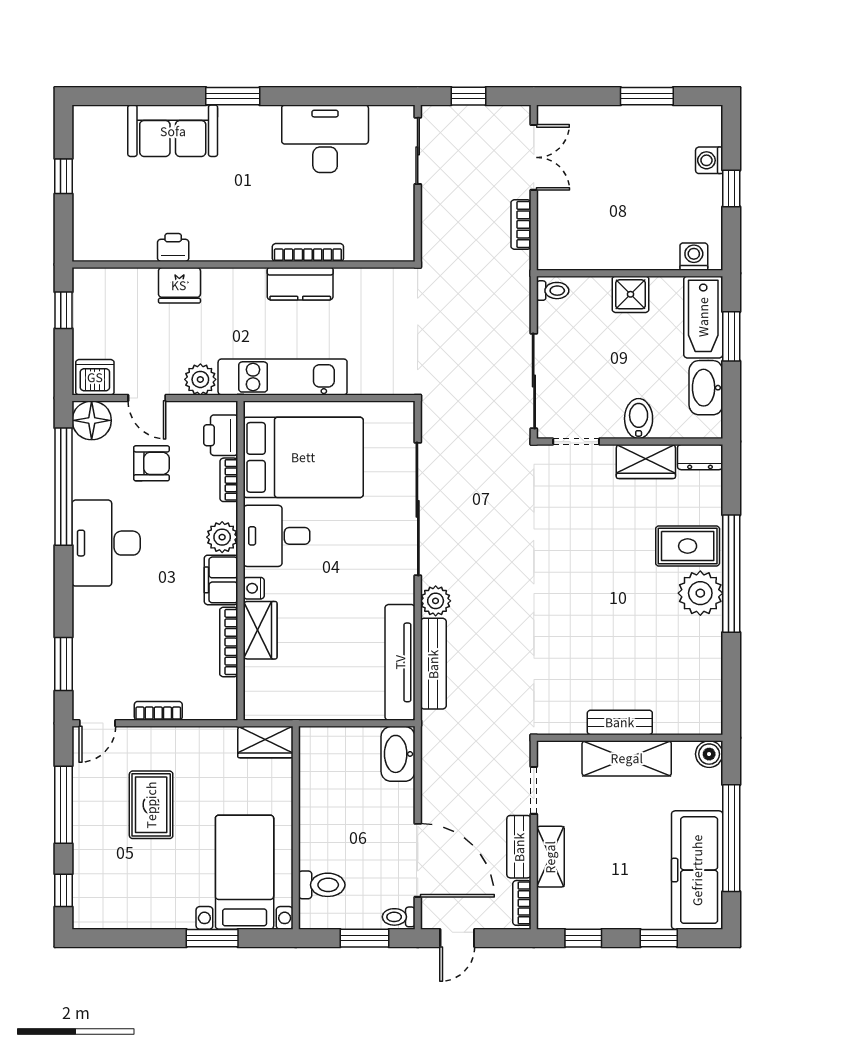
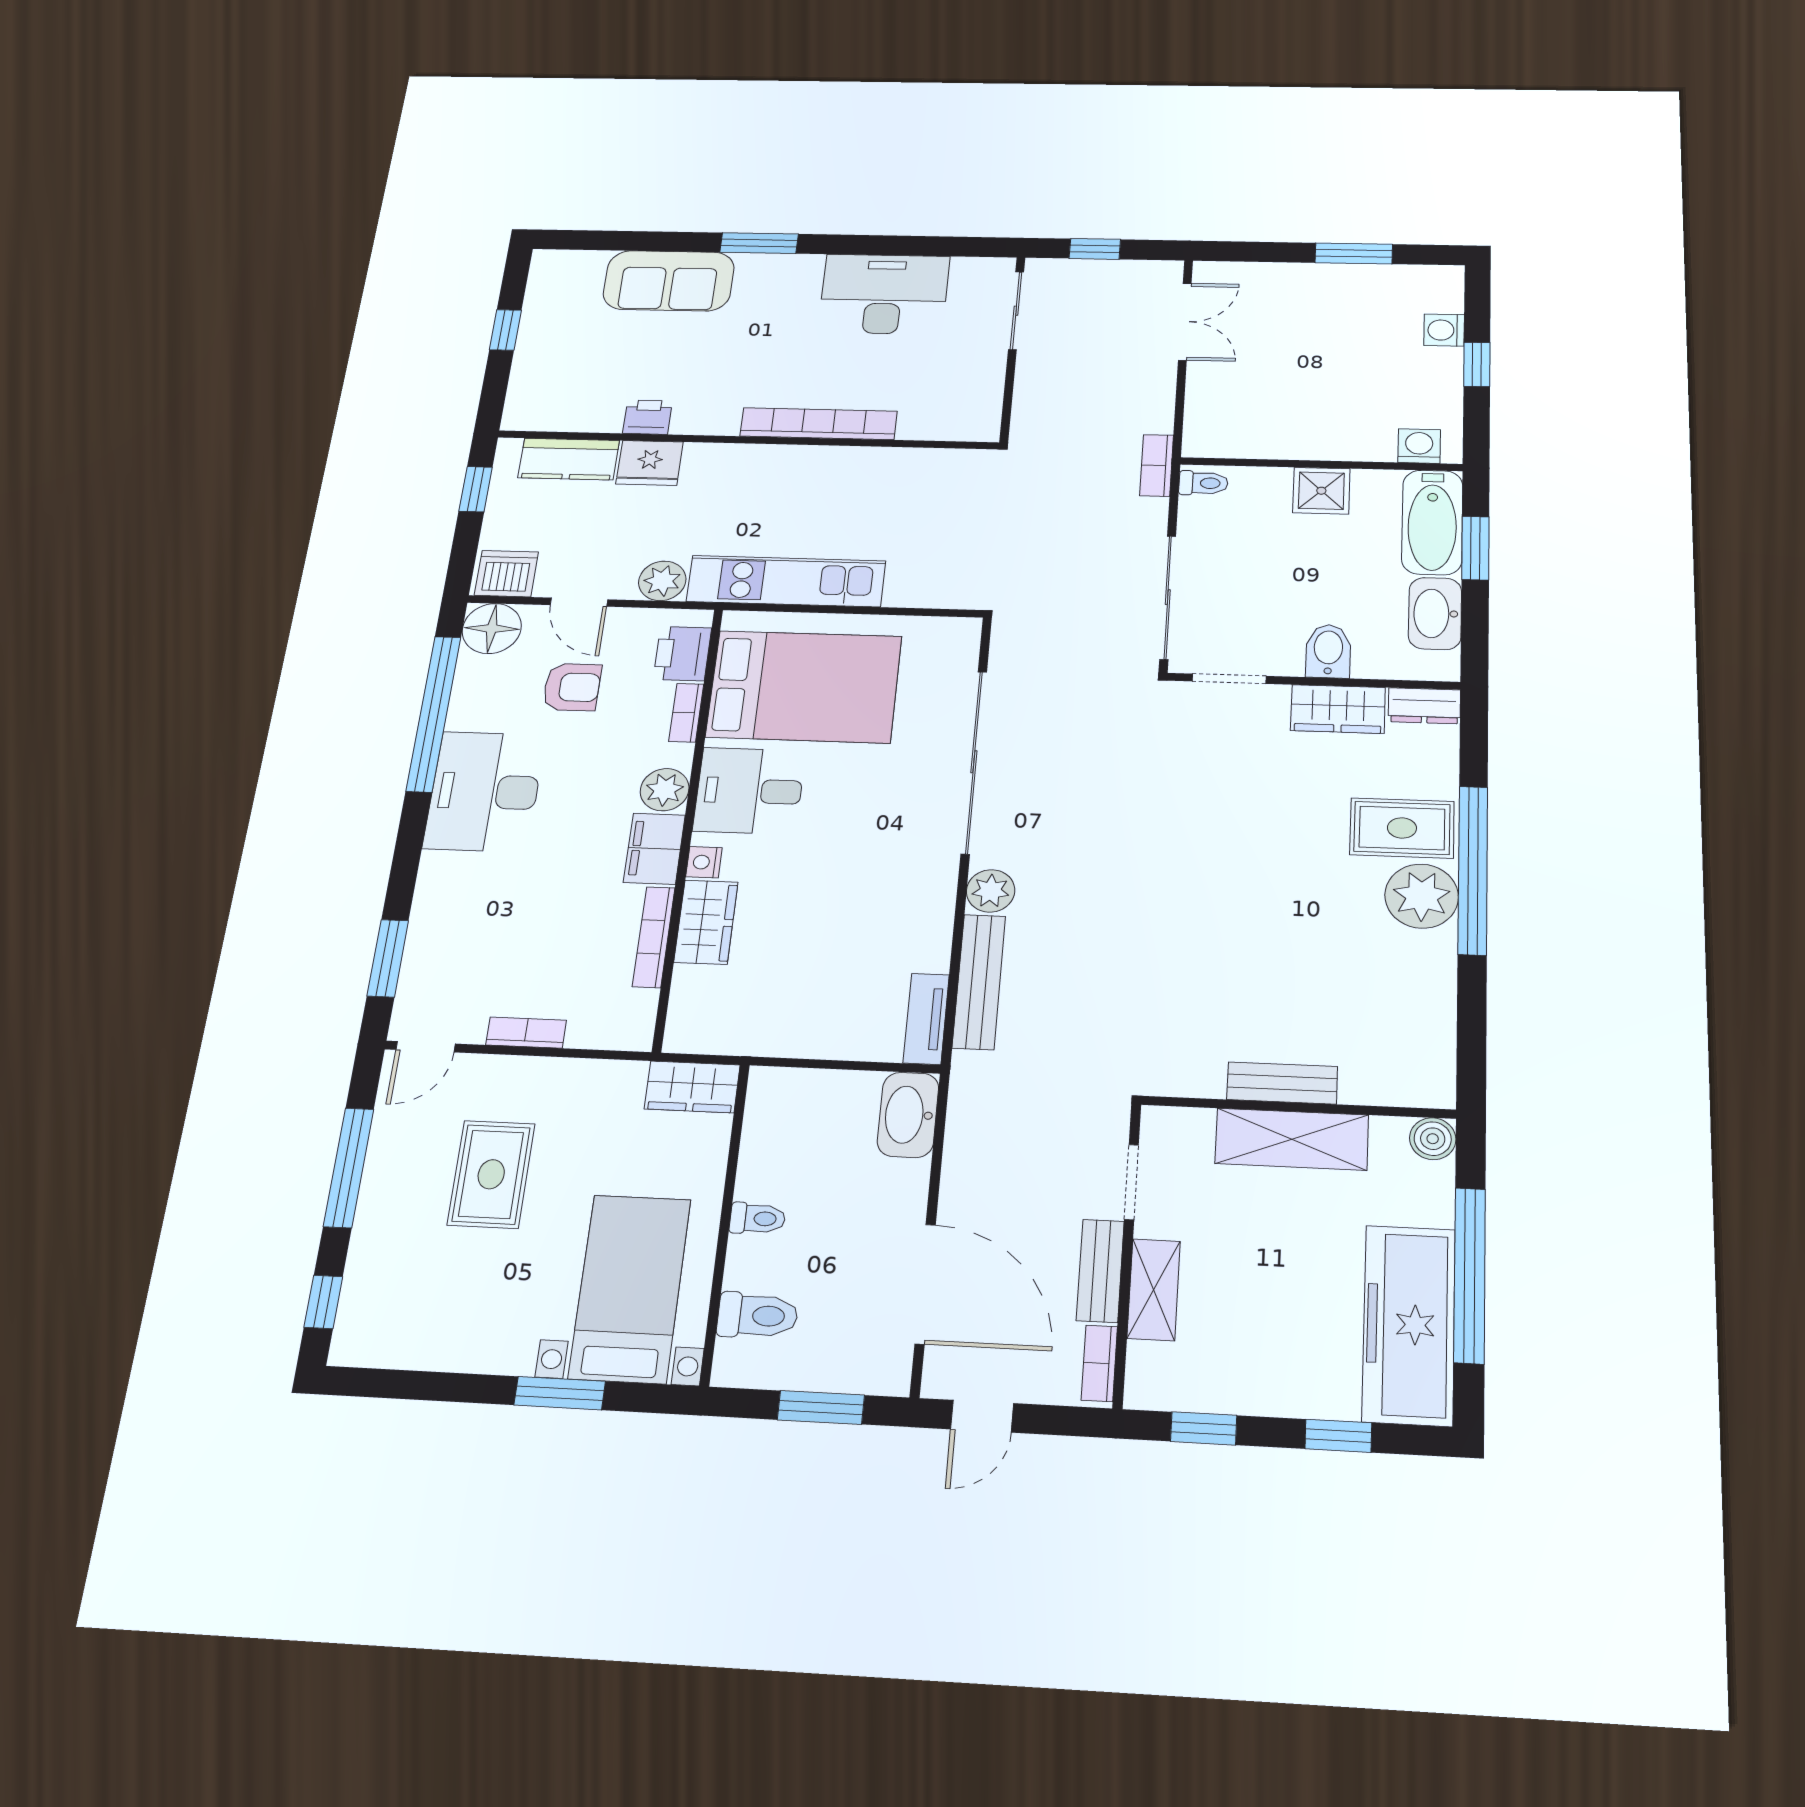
bookcase: (521, 224) -> (1157, 465), moved
bookcase: (308, 252) -> (818, 424), width x1.48, depth x1.31
kitchen counter: (300, 284) -> (569, 459), moved
tv unit: (400, 662) -> (926, 1019), width x0.52, depth x0.78
toilet: (399, 917) -> (757, 1218), moved, turned 180

